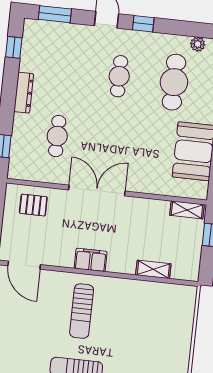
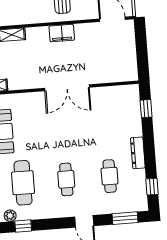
window: (143, 24) -> (23, 226), moved
cafe table: (57, 136) -> (110, 176), moved
pallet: (33, 205) -> (114, 67), removed

